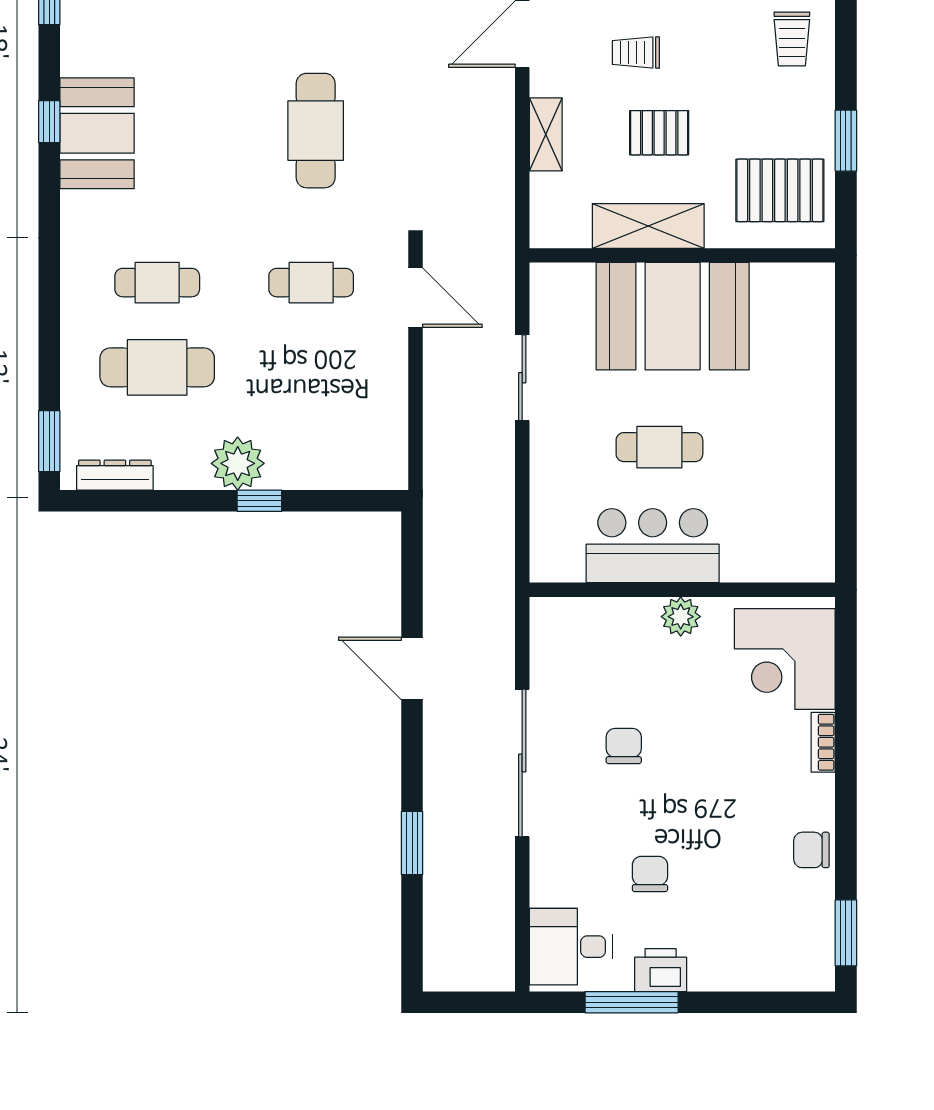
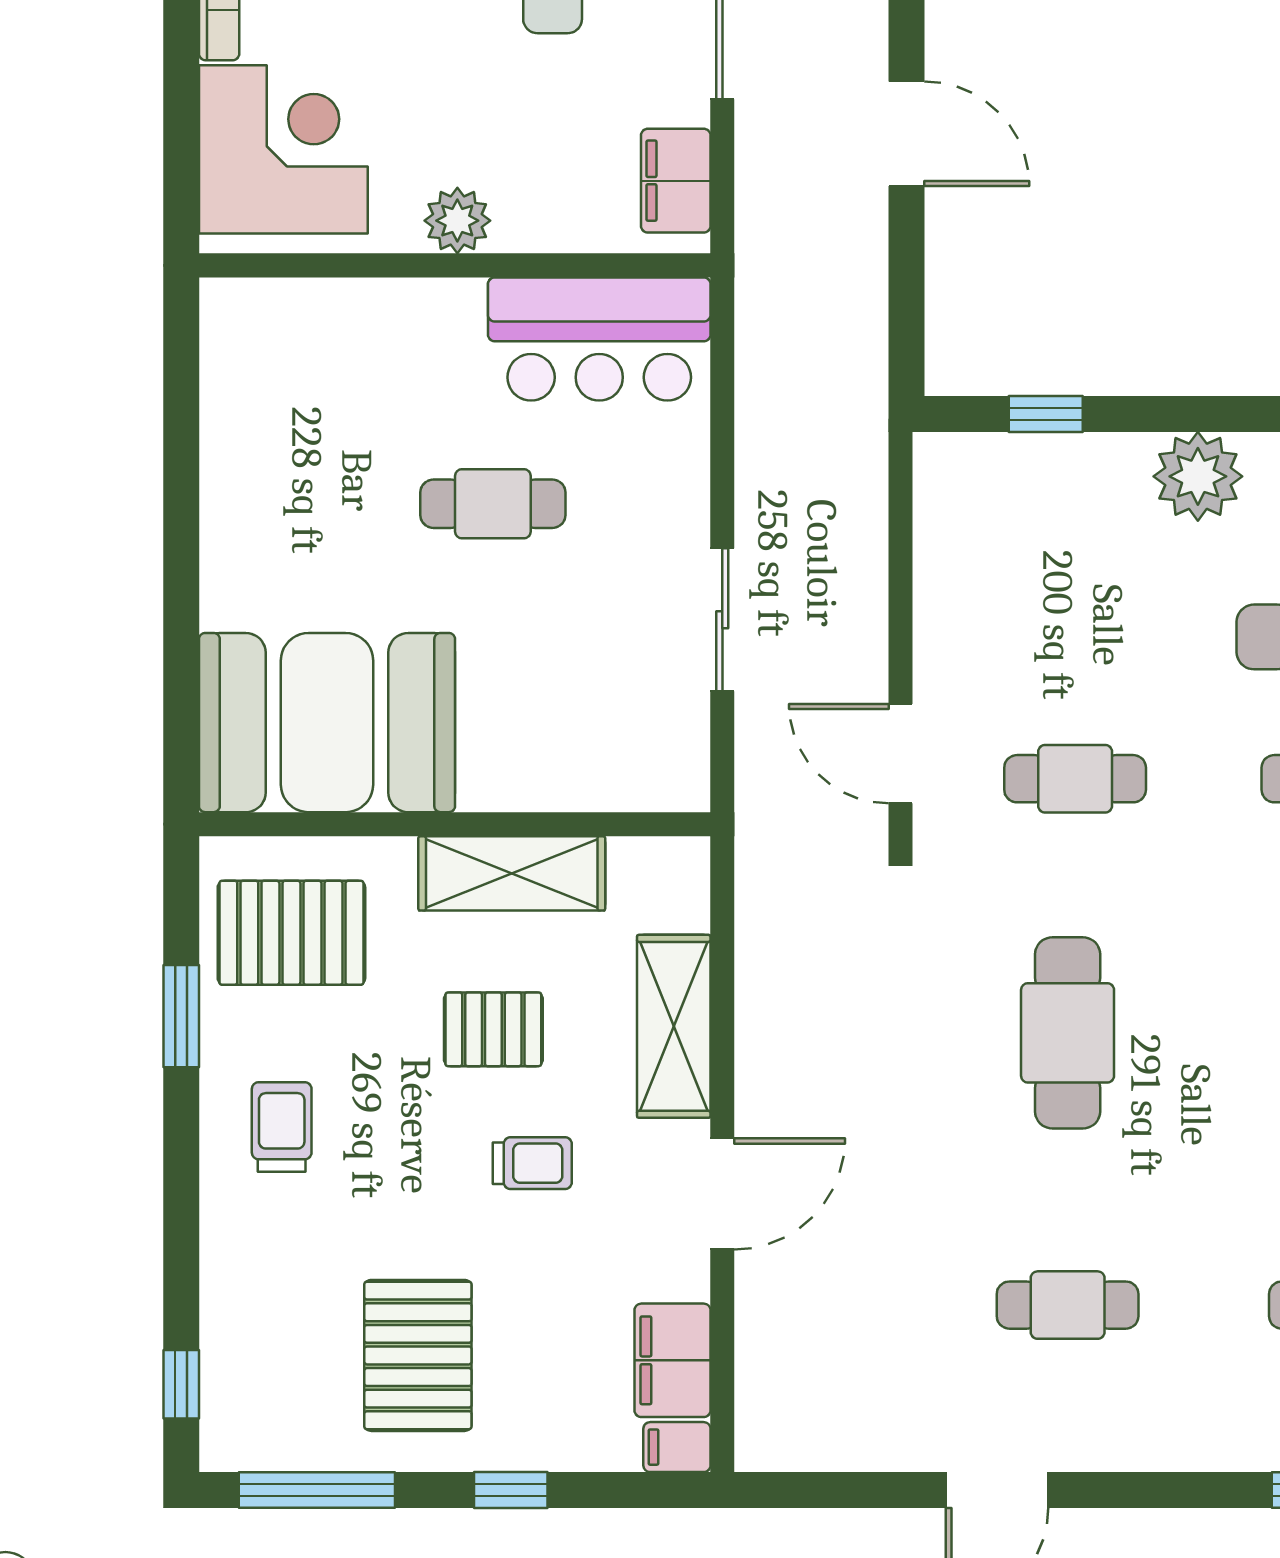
trolley: (792, 39) -> (282, 1127), moved
shelving: (546, 134) -> (674, 1026), width x1.50, depth x1.33
booth: (673, 316) -> (327, 723), moved
window: (259, 501) -> (1046, 414), moved
bar counter: (653, 546) -> (599, 339), moved
filing cabinet: (550, 640) -> (676, 181), added

